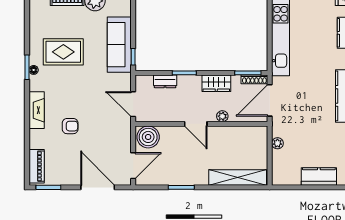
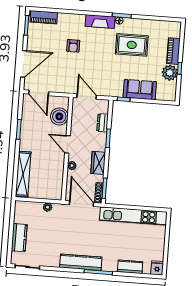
sofa: (119, 45) -> (140, 90), width x0.73
rug: (63, 52) -> (132, 45), turned 90
door: (133, 104) -> (87, 96), hinge flipped
fireplace: (37, 110) -> (100, 22), moved
door: (196, 124) -> (68, 144), hinge flipped
boiler: (148, 137) -> (59, 116), moved

